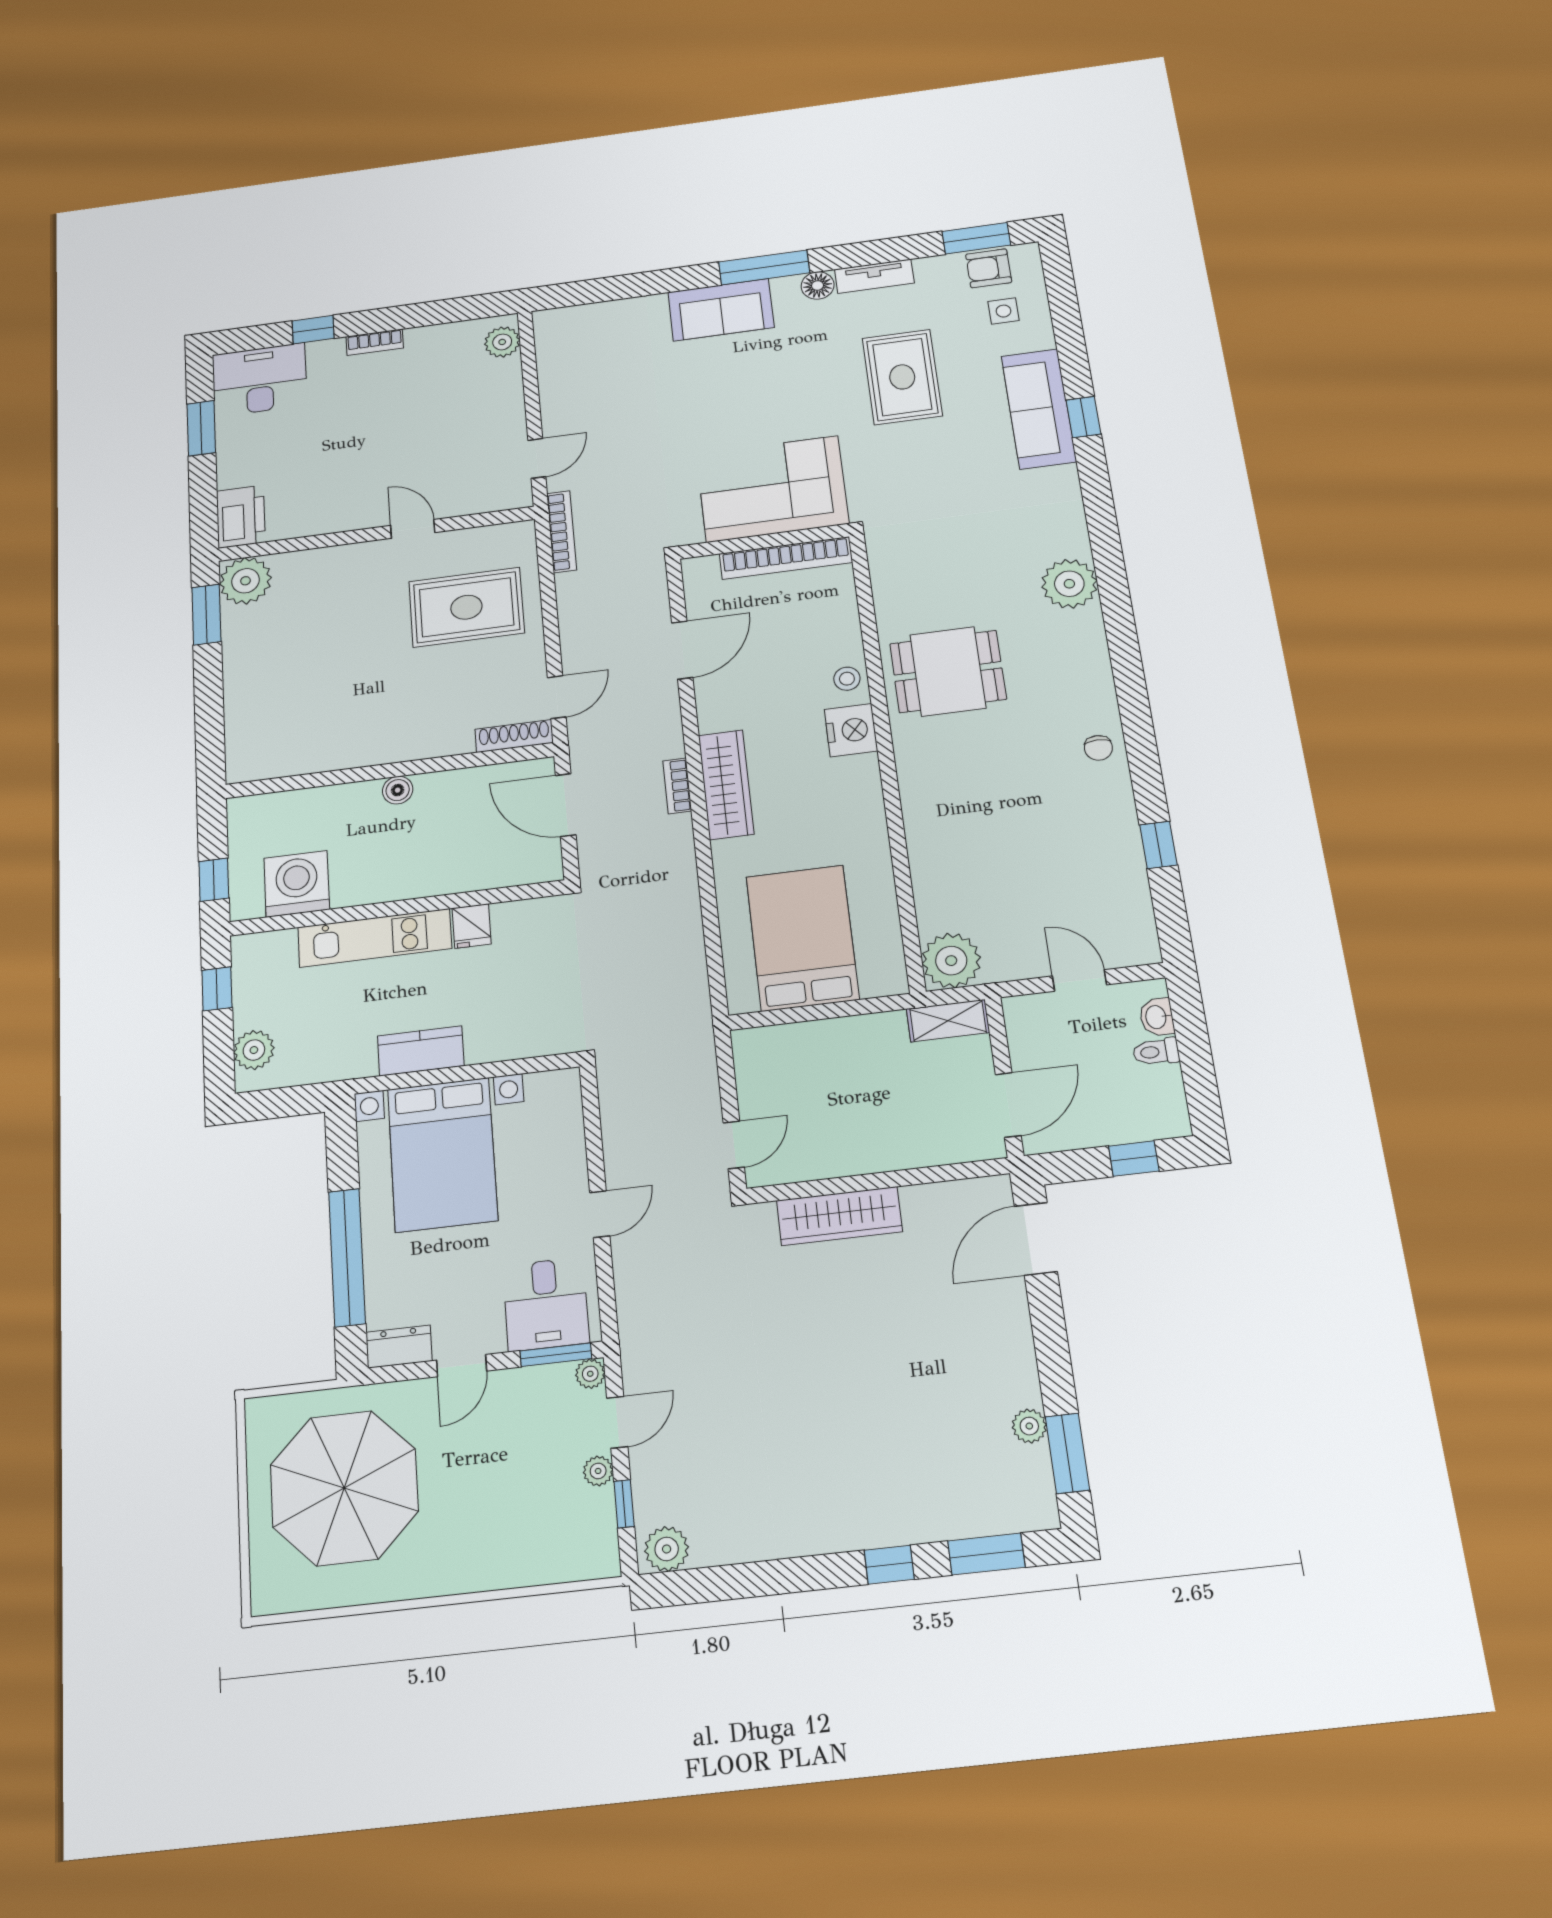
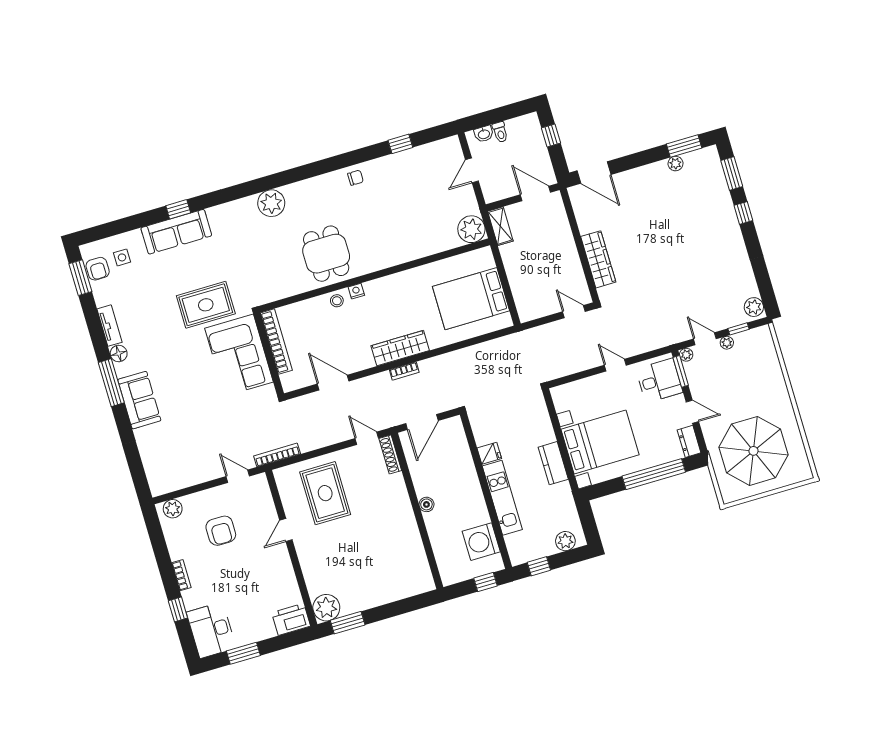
rug: (902, 377) -> (206, 305), moved
armchair: (440, 417) -> (221, 531), added
nightstand: (851, 730) -> (356, 291), width x0.53, depth x0.56

